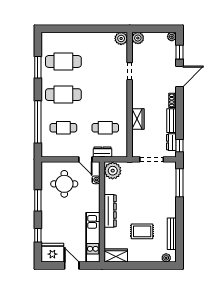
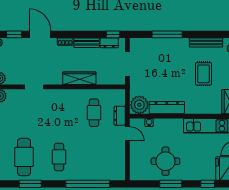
cafe table: (63, 95) -> (59, 157), width x0.73, depth x0.74
wardrobe: (138, 119) -> (79, 78), width x1.50
cafe table: (63, 128) -> (94, 157), removed
door: (85, 159) -> (127, 134), hinge flipped
window: (179, 183) -> (167, 34), moved
round table: (64, 184) -> (165, 161), moved
dresser: (110, 211) -> (167, 108), moved

